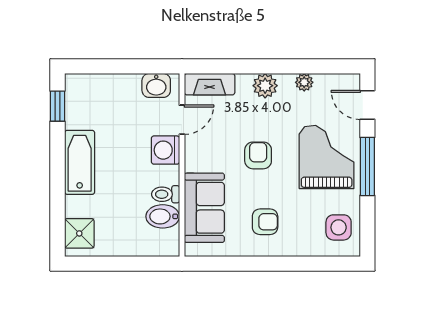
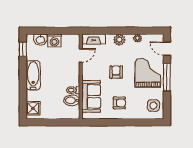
washbasin: (156, 85) -> (40, 40), moved
washing machine: (165, 150) -> (54, 41), moved, turned -90

